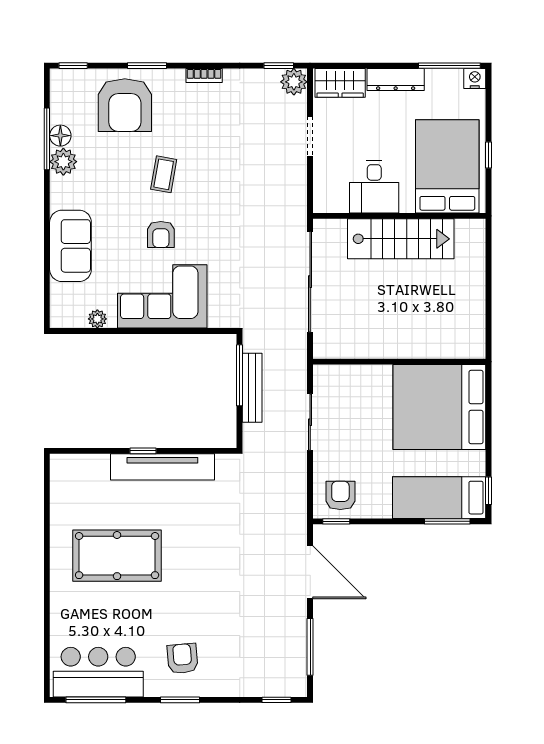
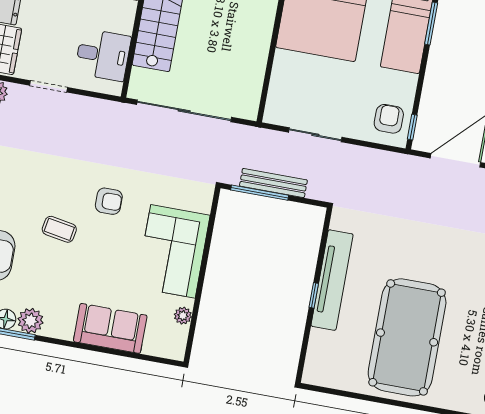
desk: (374, 187) -> (103, 55), moved
armchair: (161, 234) -> (109, 201), moved
armchair: (340, 495) -> (389, 119), turned 90
pool table: (117, 556) -> (407, 337), width x1.36, depth x1.32

